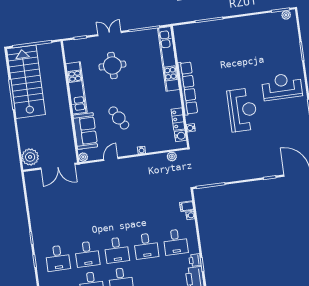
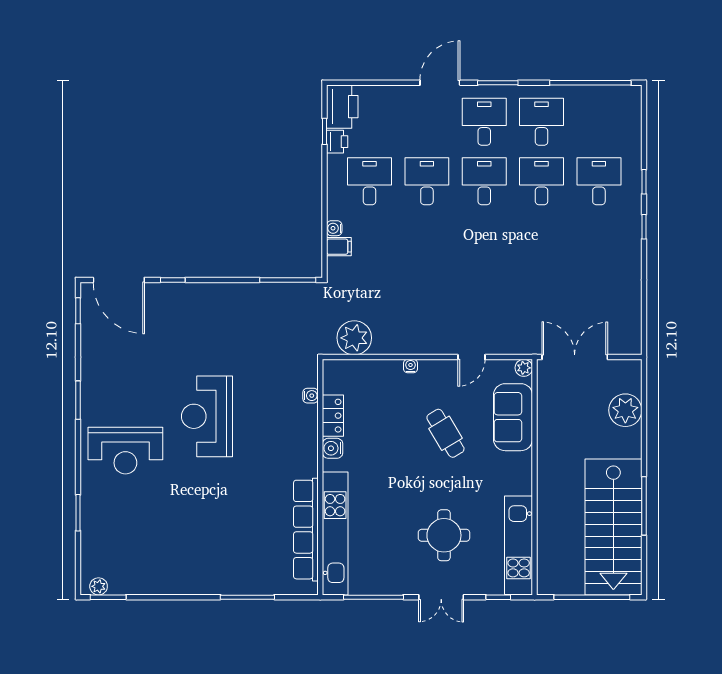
kitchen unit: (76, 88) -> (519, 545), moved
row of seats: (188, 88) -> (306, 530), moved
water cooler: (180, 136) -> (333, 448), moved
plant: (172, 156) -> (354, 338), width x1.88, depth x1.88
plant: (30, 157) -> (625, 410), moved

